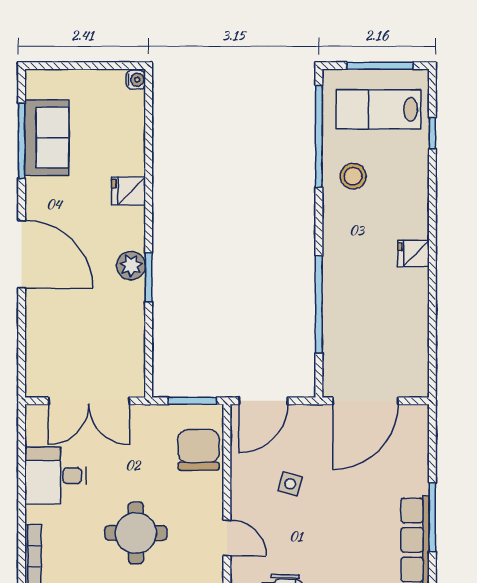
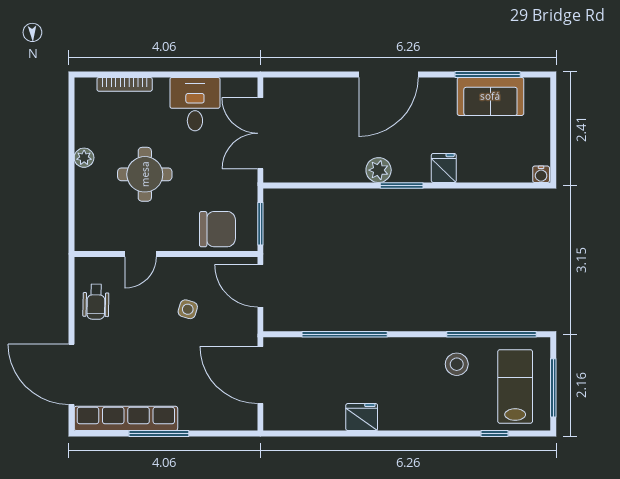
fridge: (413, 253) -> (362, 417), moved, width x1.38
window: (149, 277) -> (402, 185), moved

